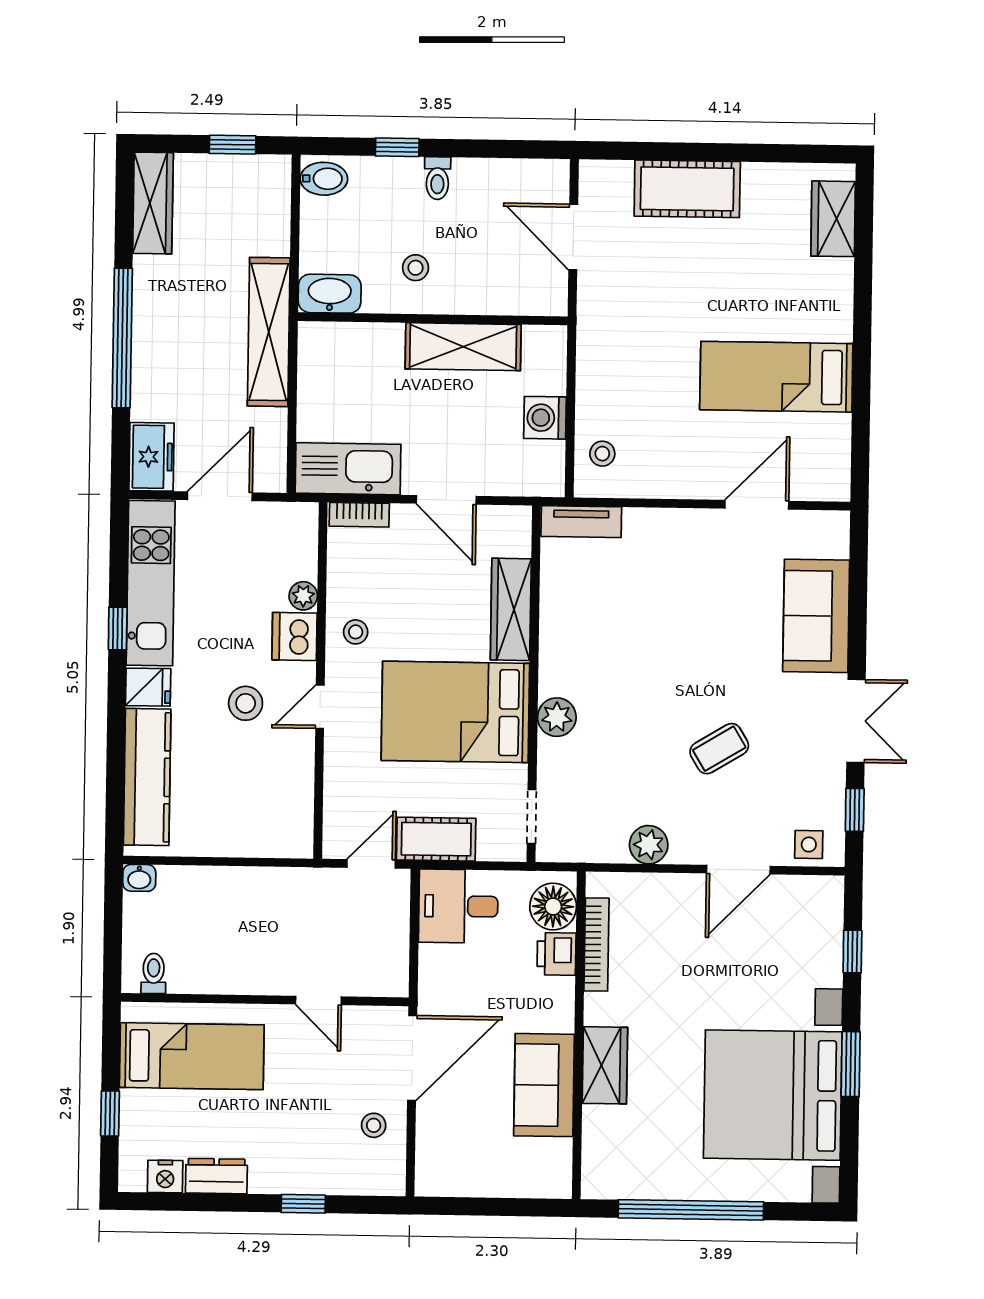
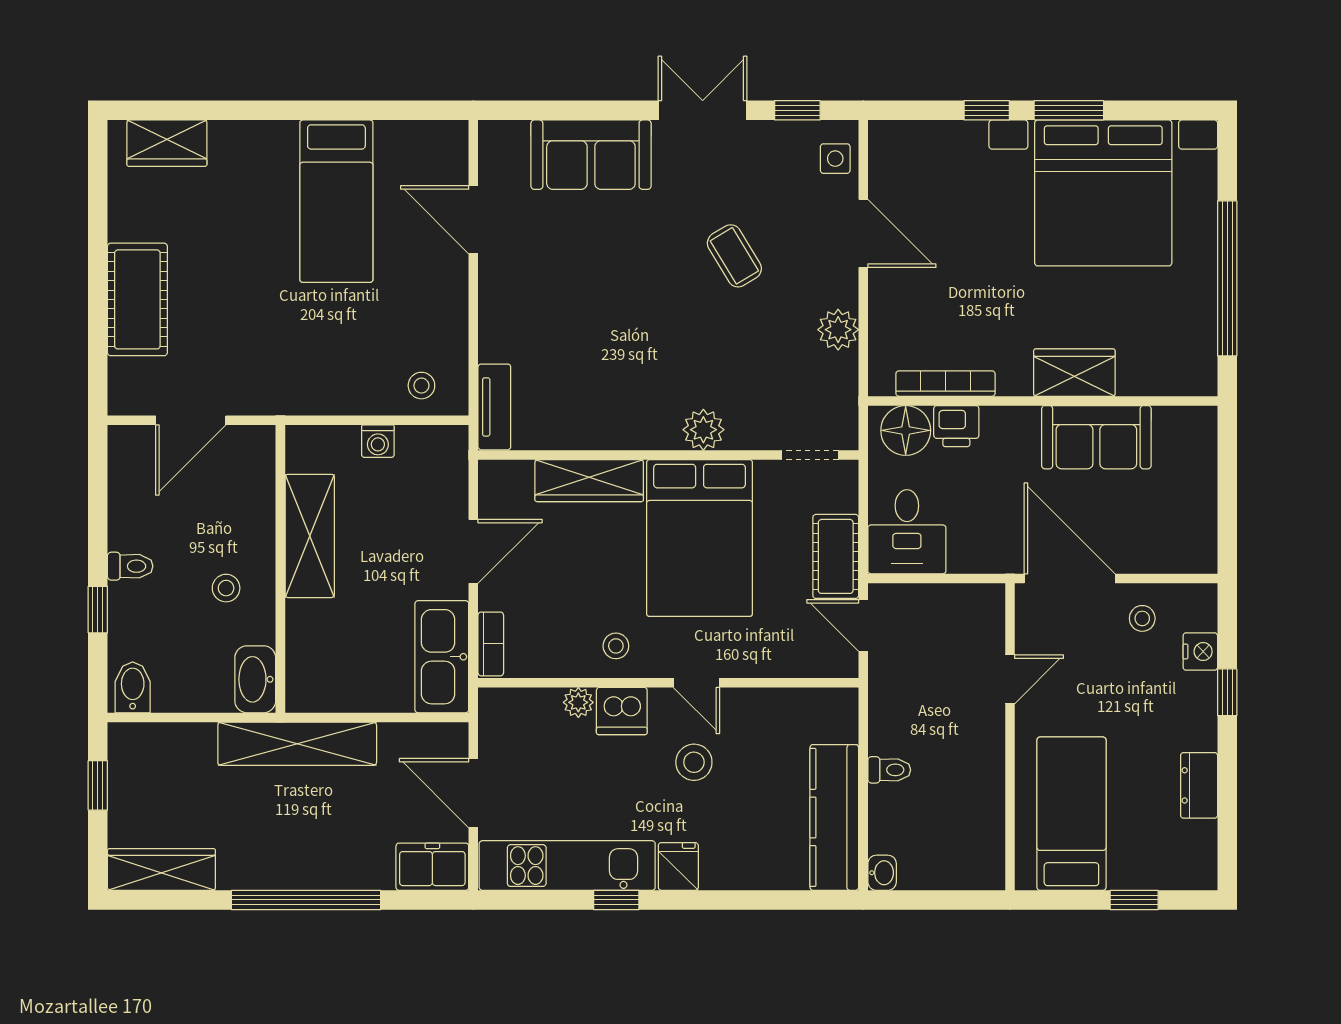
washing machine: (545, 418) -> (378, 441), width x0.73, depth x0.73
kitchen counter: (147, 777) -> (834, 817), moved, turned -90
window: (852, 952) -> (987, 110), moved
toilet: (154, 973) -> (889, 770), moved, turned 180
nightstand: (165, 1176) -> (1200, 652), moved

